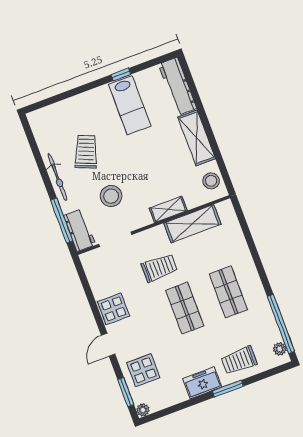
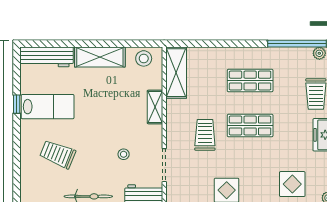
trolley: (86, 152) -> (58, 154), moved
stool: (111, 196) -> (124, 154), width x0.53, depth x0.53
shelving: (192, 224) -> (176, 73), moved

